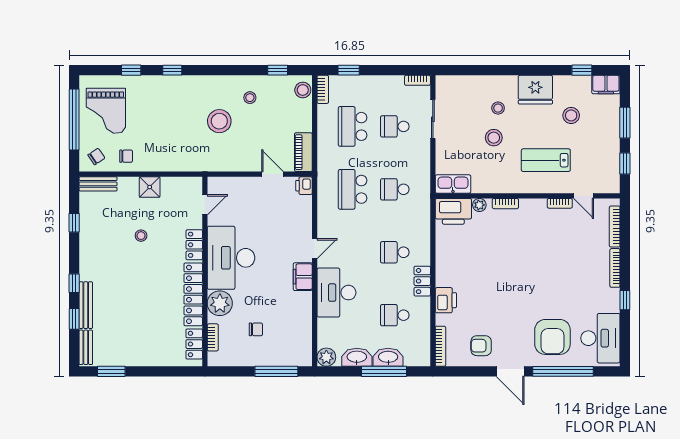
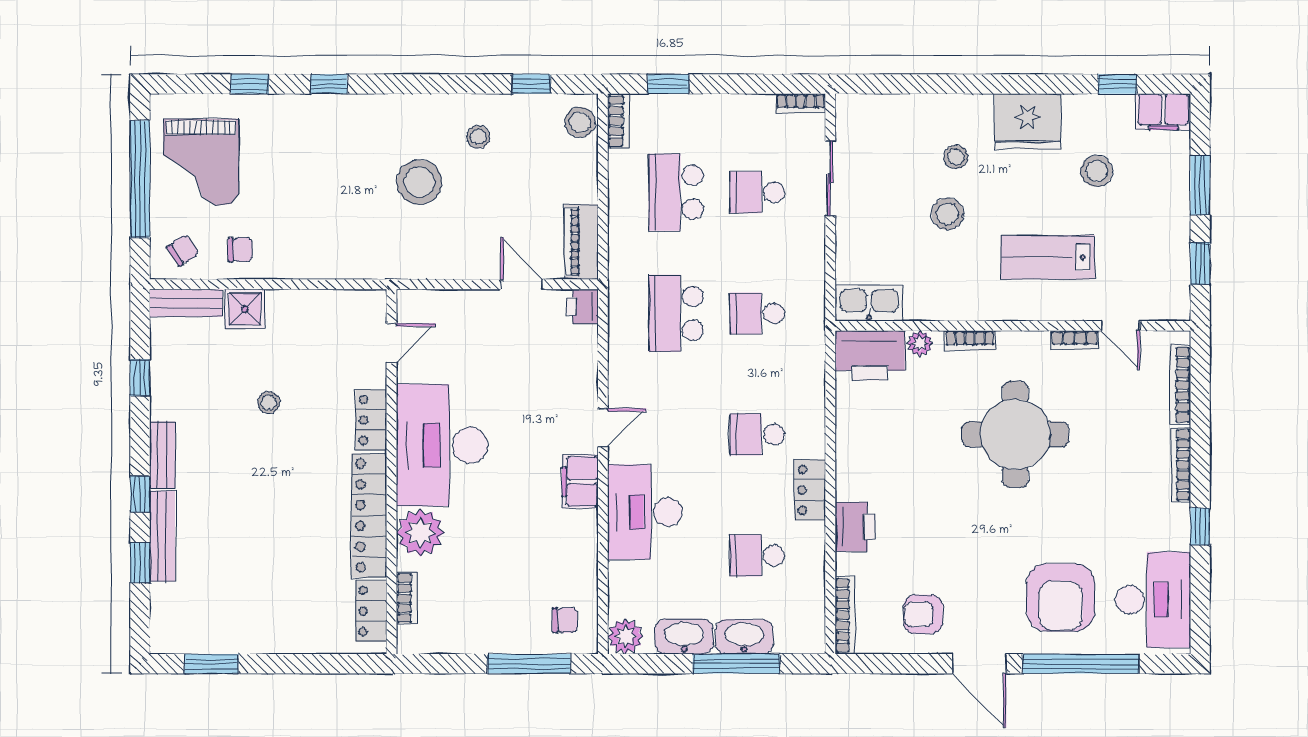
shower: (150, 187) -> (245, 309), moved
round table: (529, 252) -> (1015, 434), added
chair: (256, 329) -> (565, 620), moved
bench: (86, 347) -> (162, 455), moved

